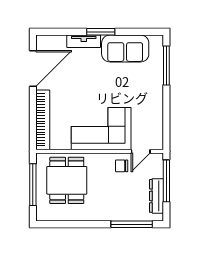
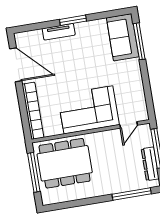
sofa: (125, 48) -> (123, 37), moved, turned 90
door: (33, 68) -> (16, 65), hinge flipped
chair: (122, 166) -> (113, 141), removed
dining table: (67, 180) -> (65, 163), width x1.38

